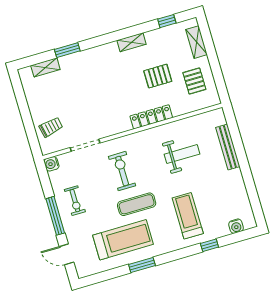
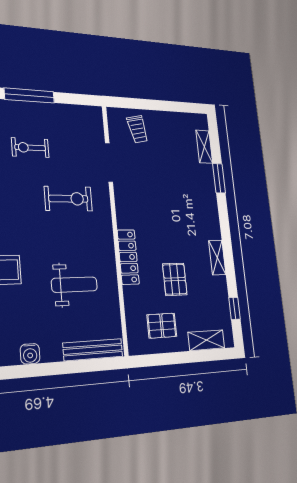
bench: (228, 147) -> (93, 350), moved
weight bench: (182, 154) -> (74, 285), turned -90
water cooler: (52, 164) -> (30, 354), moved, turned 180
exercise bike: (75, 201) -> (30, 148), moved
exercise mat: (137, 204) -> (21, 204), removed

